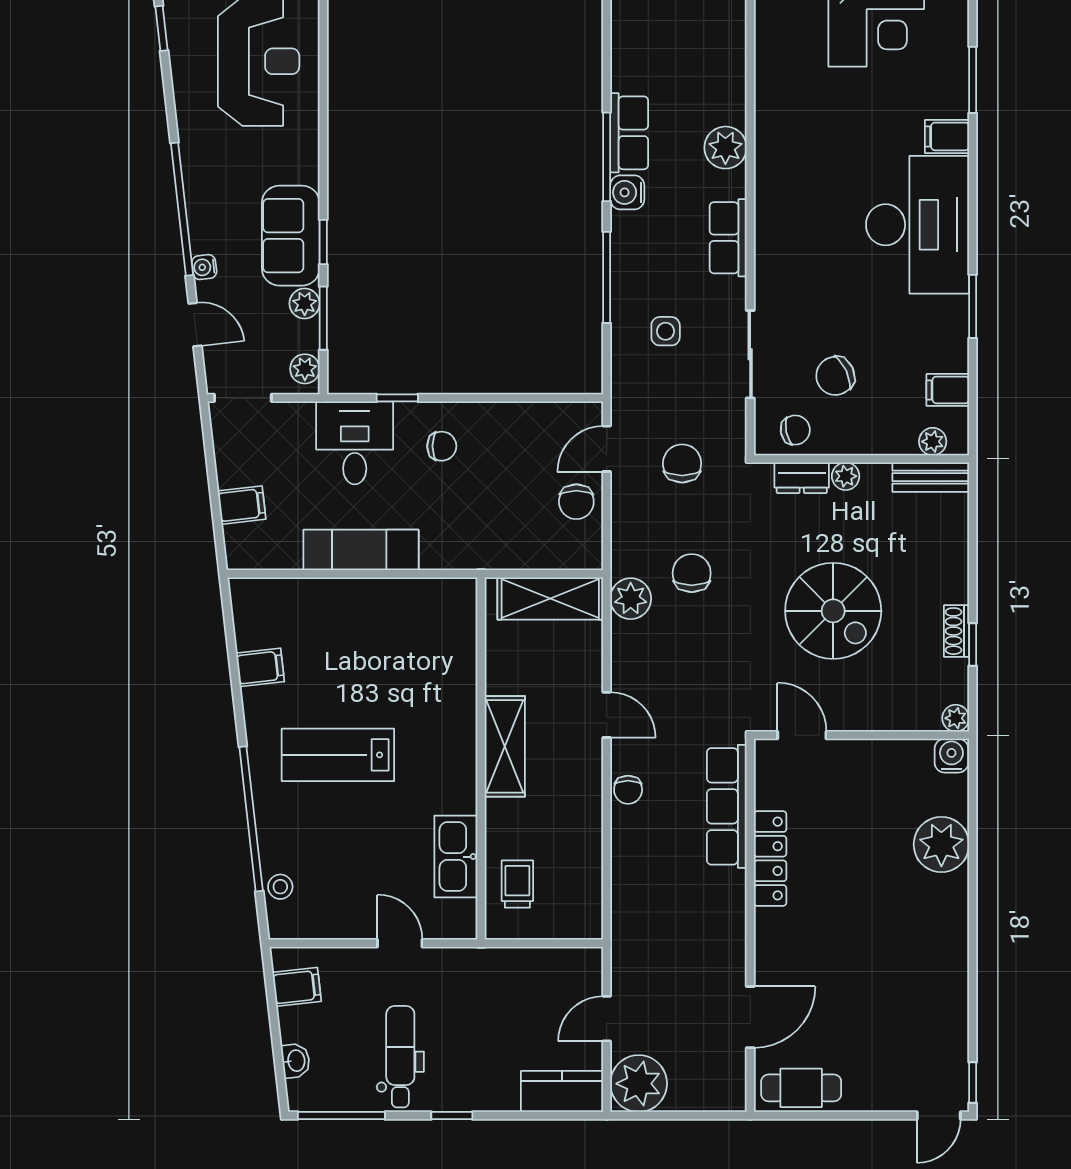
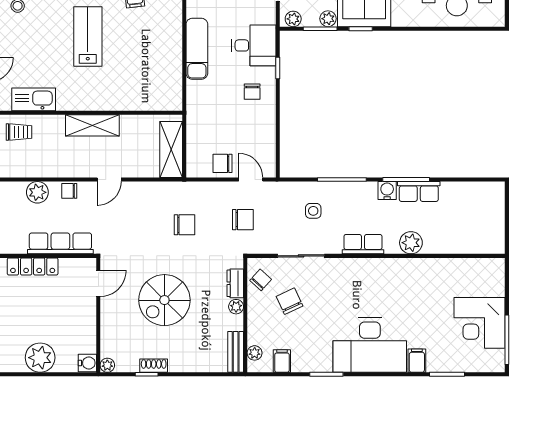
chair: (795, 430) -> (261, 280), turned -127
plant: (631, 599) -> (37, 192), moved

